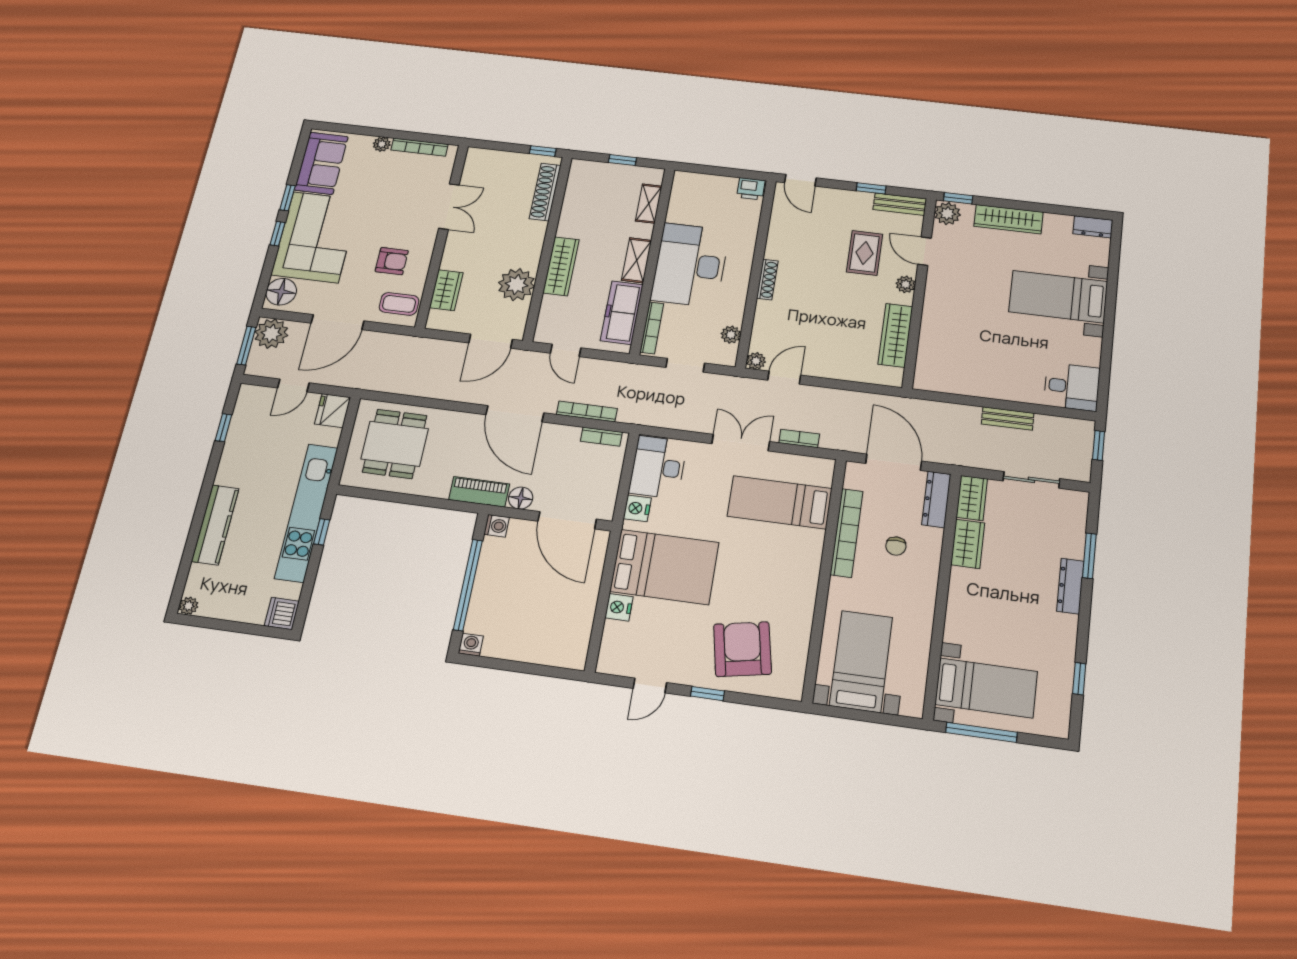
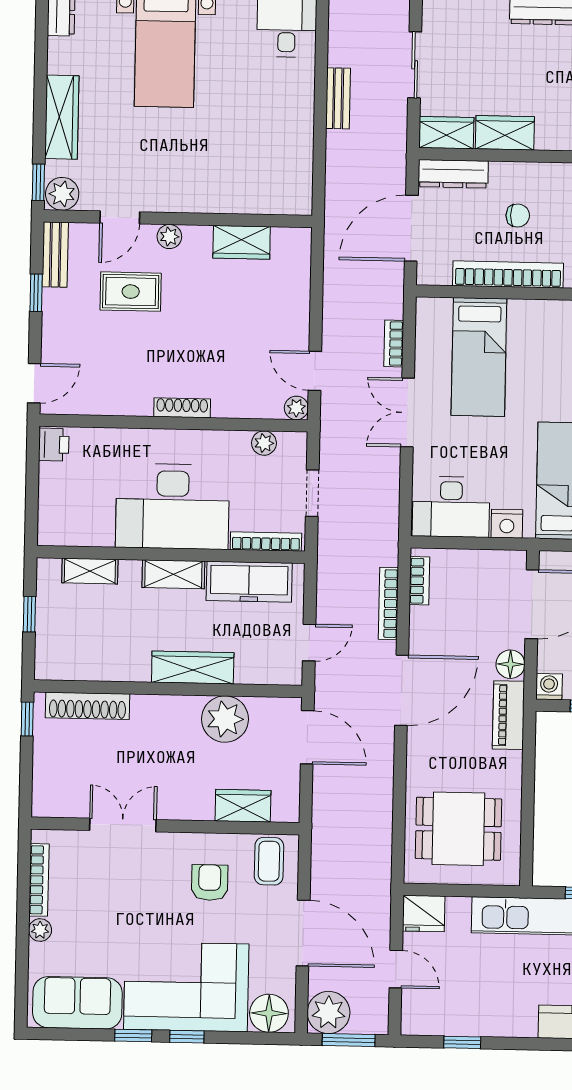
wardrobe: (895, 335) -> (242, 242), width x0.67

